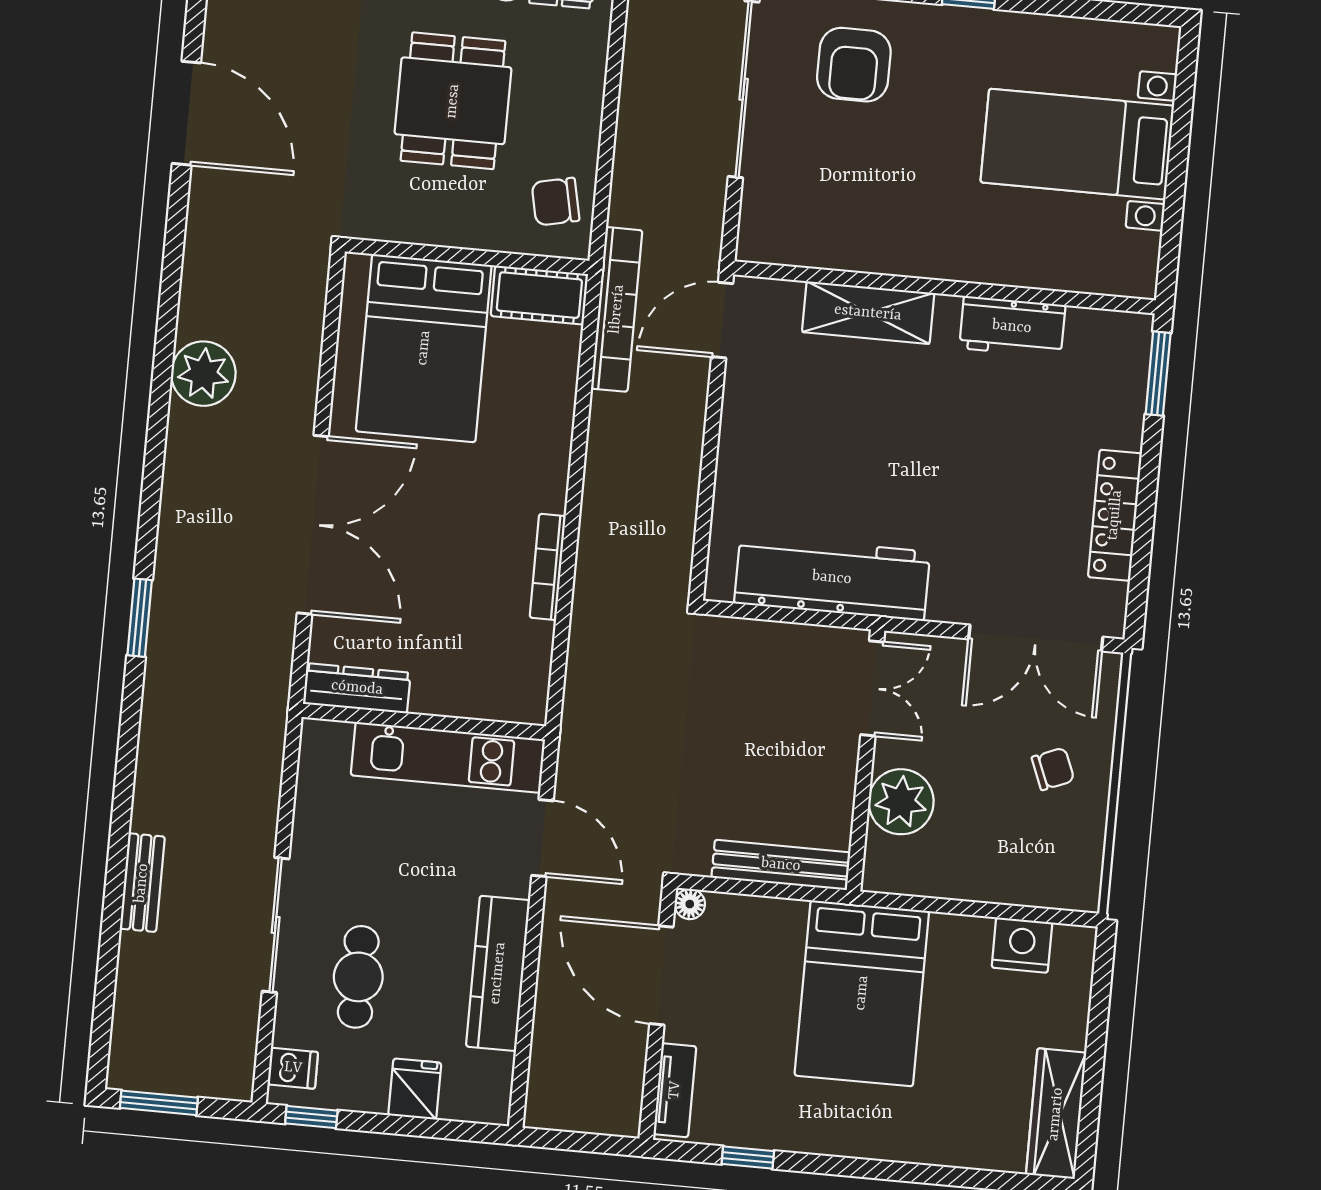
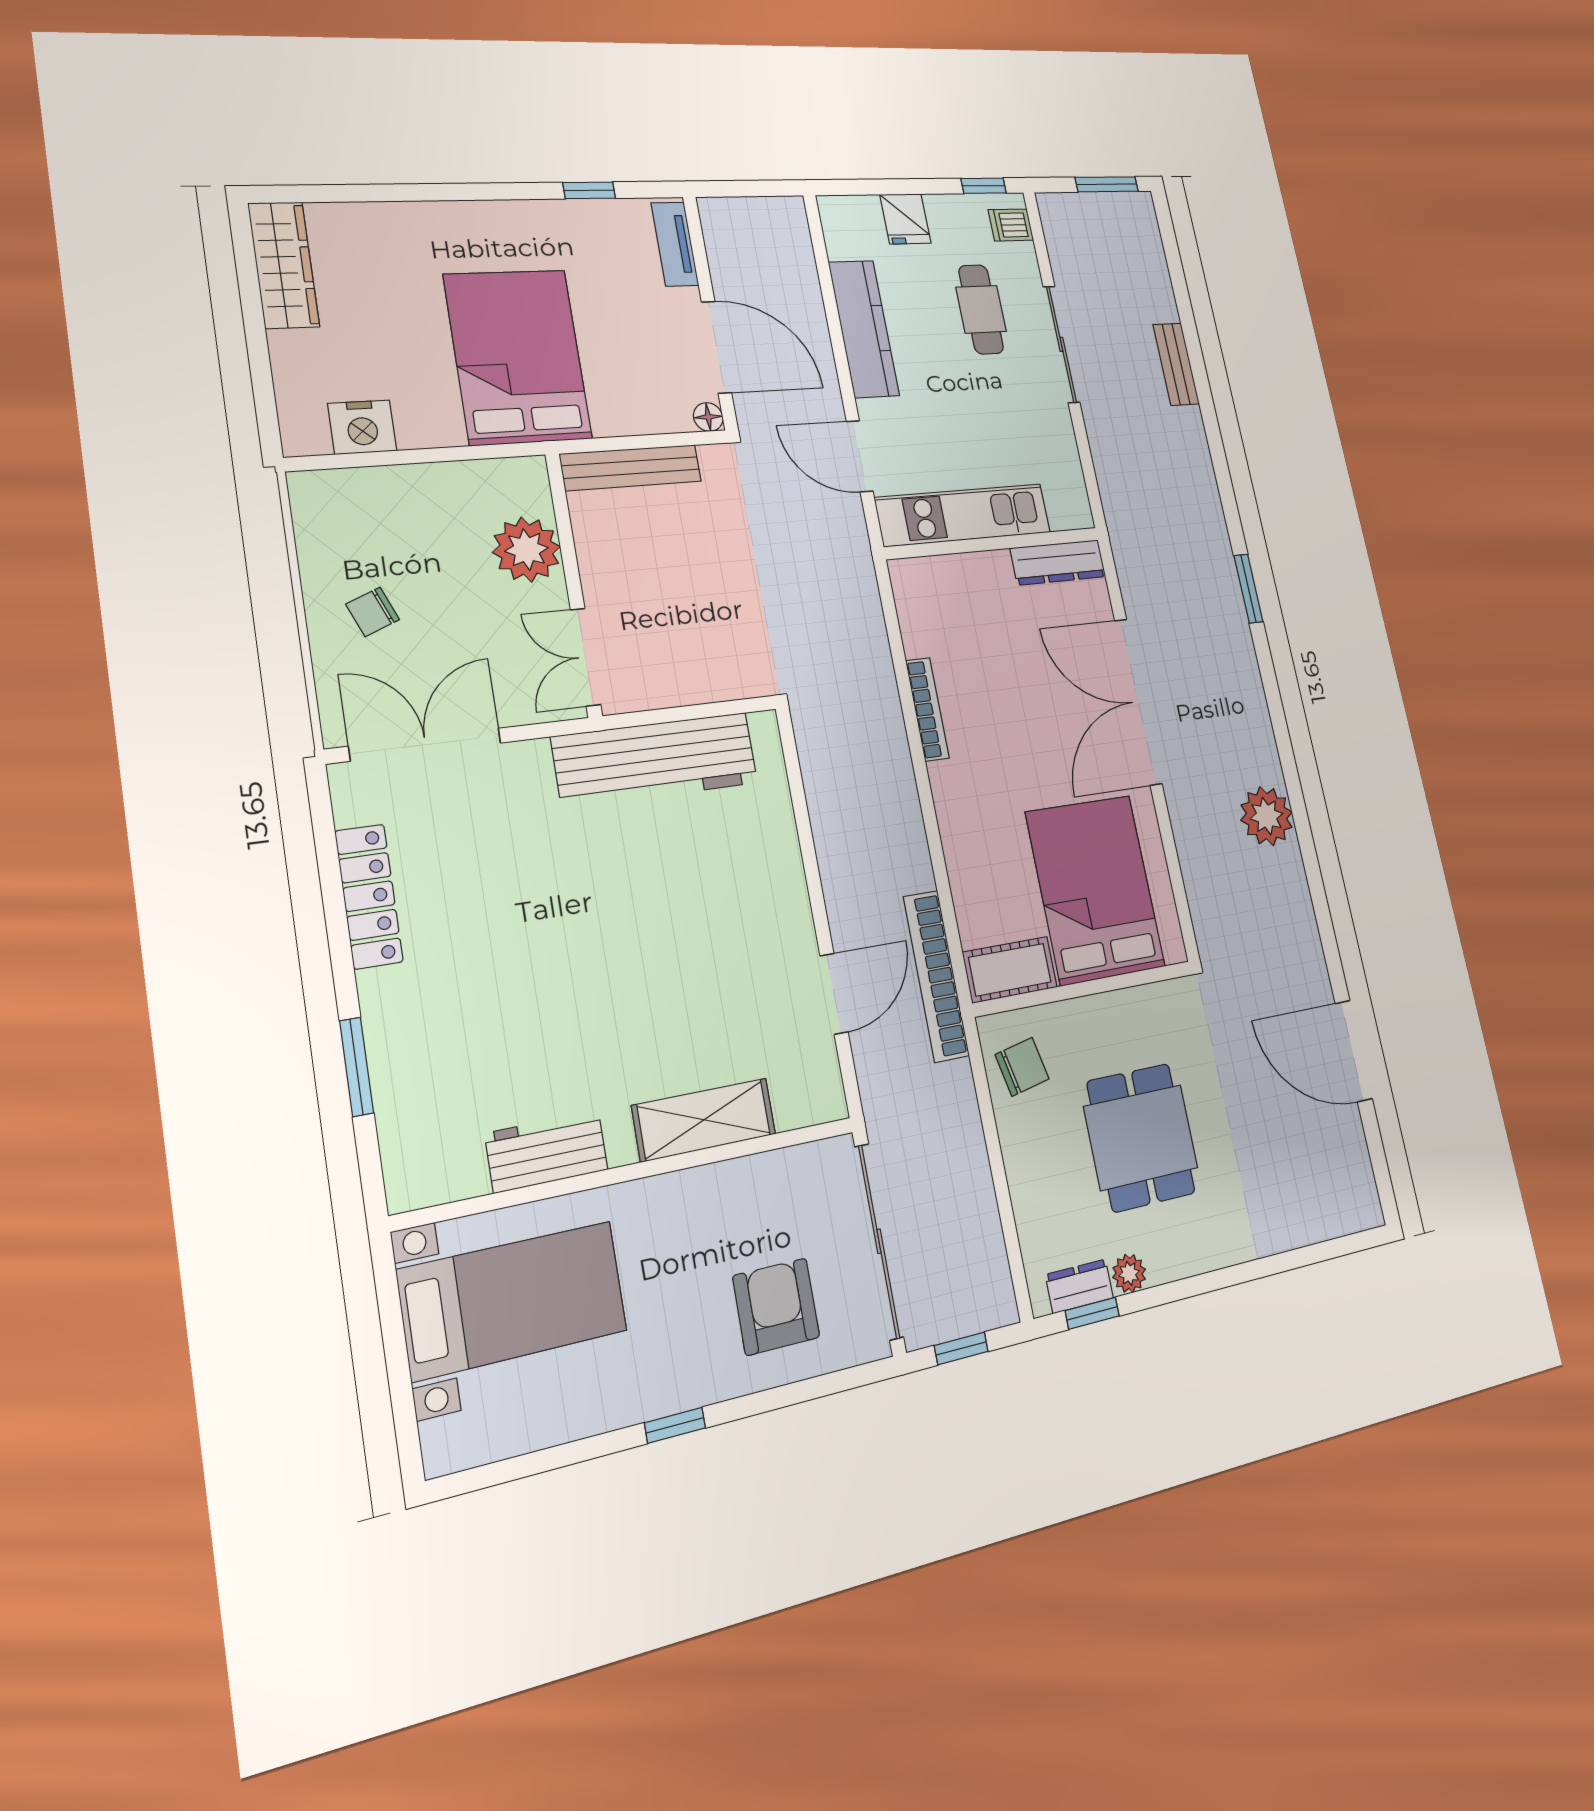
wall: (945, 287) -> (631, 1172), moved
shelving: (868, 313) -> (704, 1120), moved
workbench: (1012, 327) -> (547, 1152), moved

